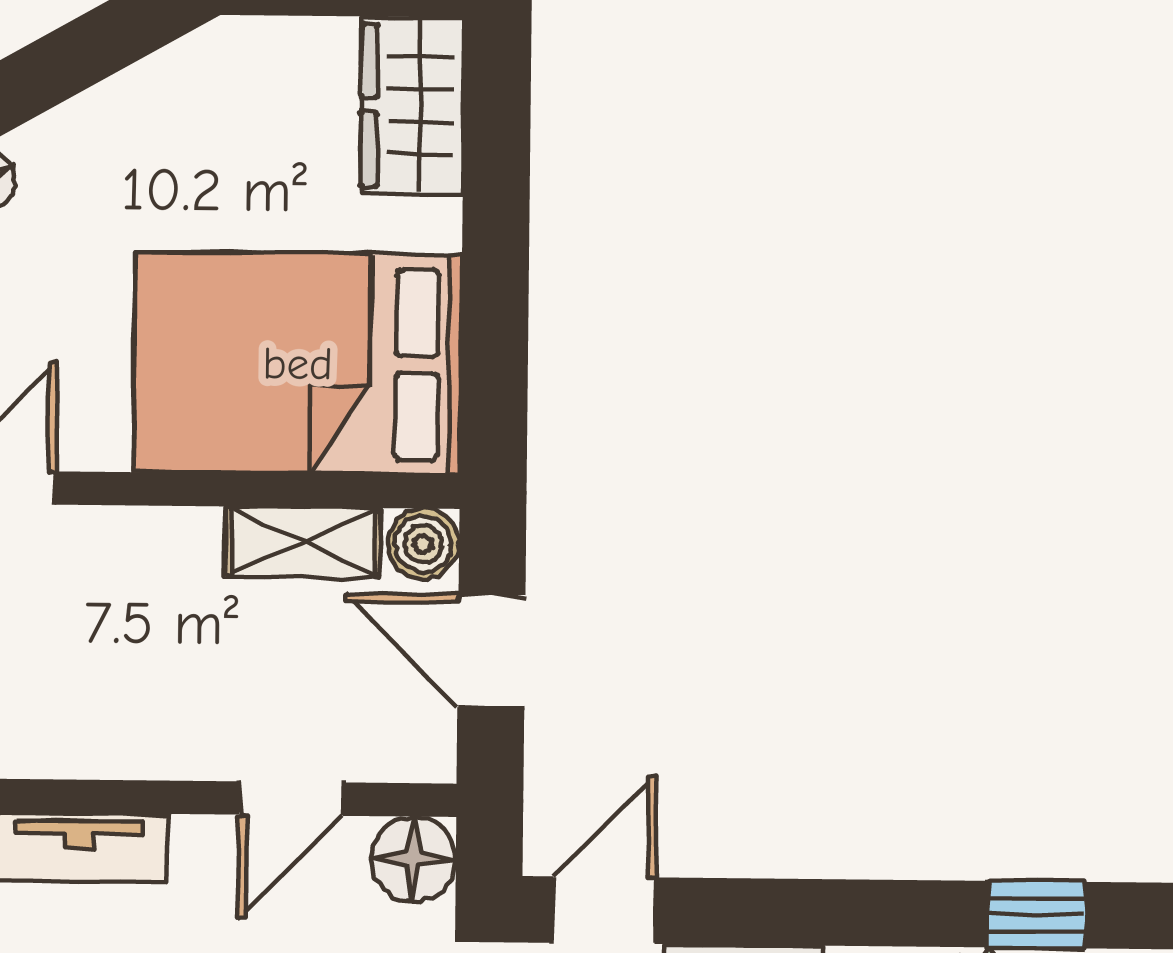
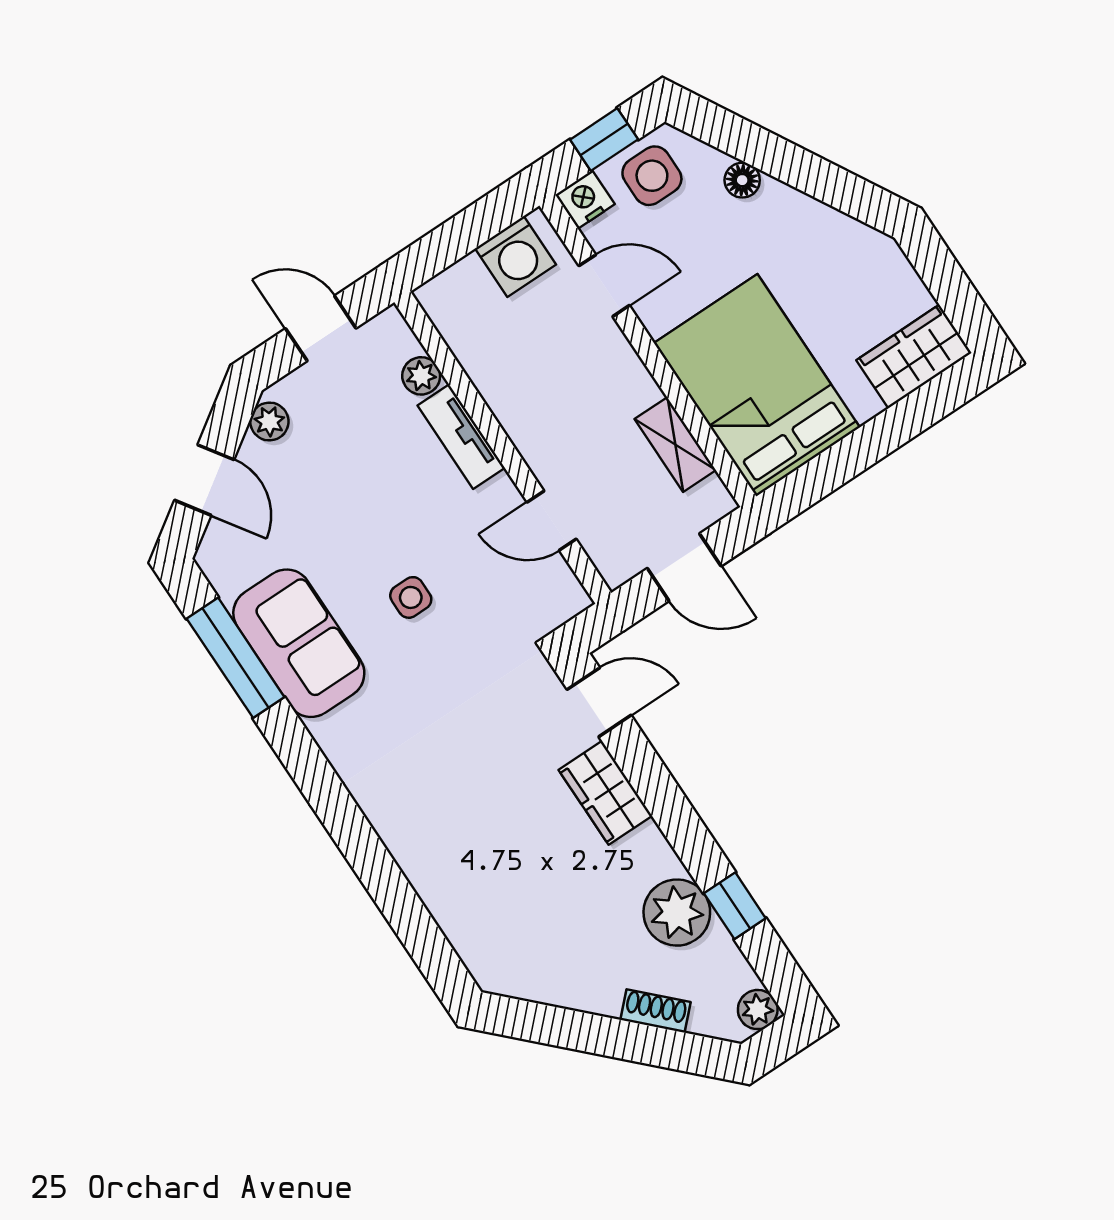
boiler: (423, 544) -> (713, 501), removed
door: (491, 651) -> (684, 567), swing flipped
floor lamp: (413, 859) -> (562, 597), removed

